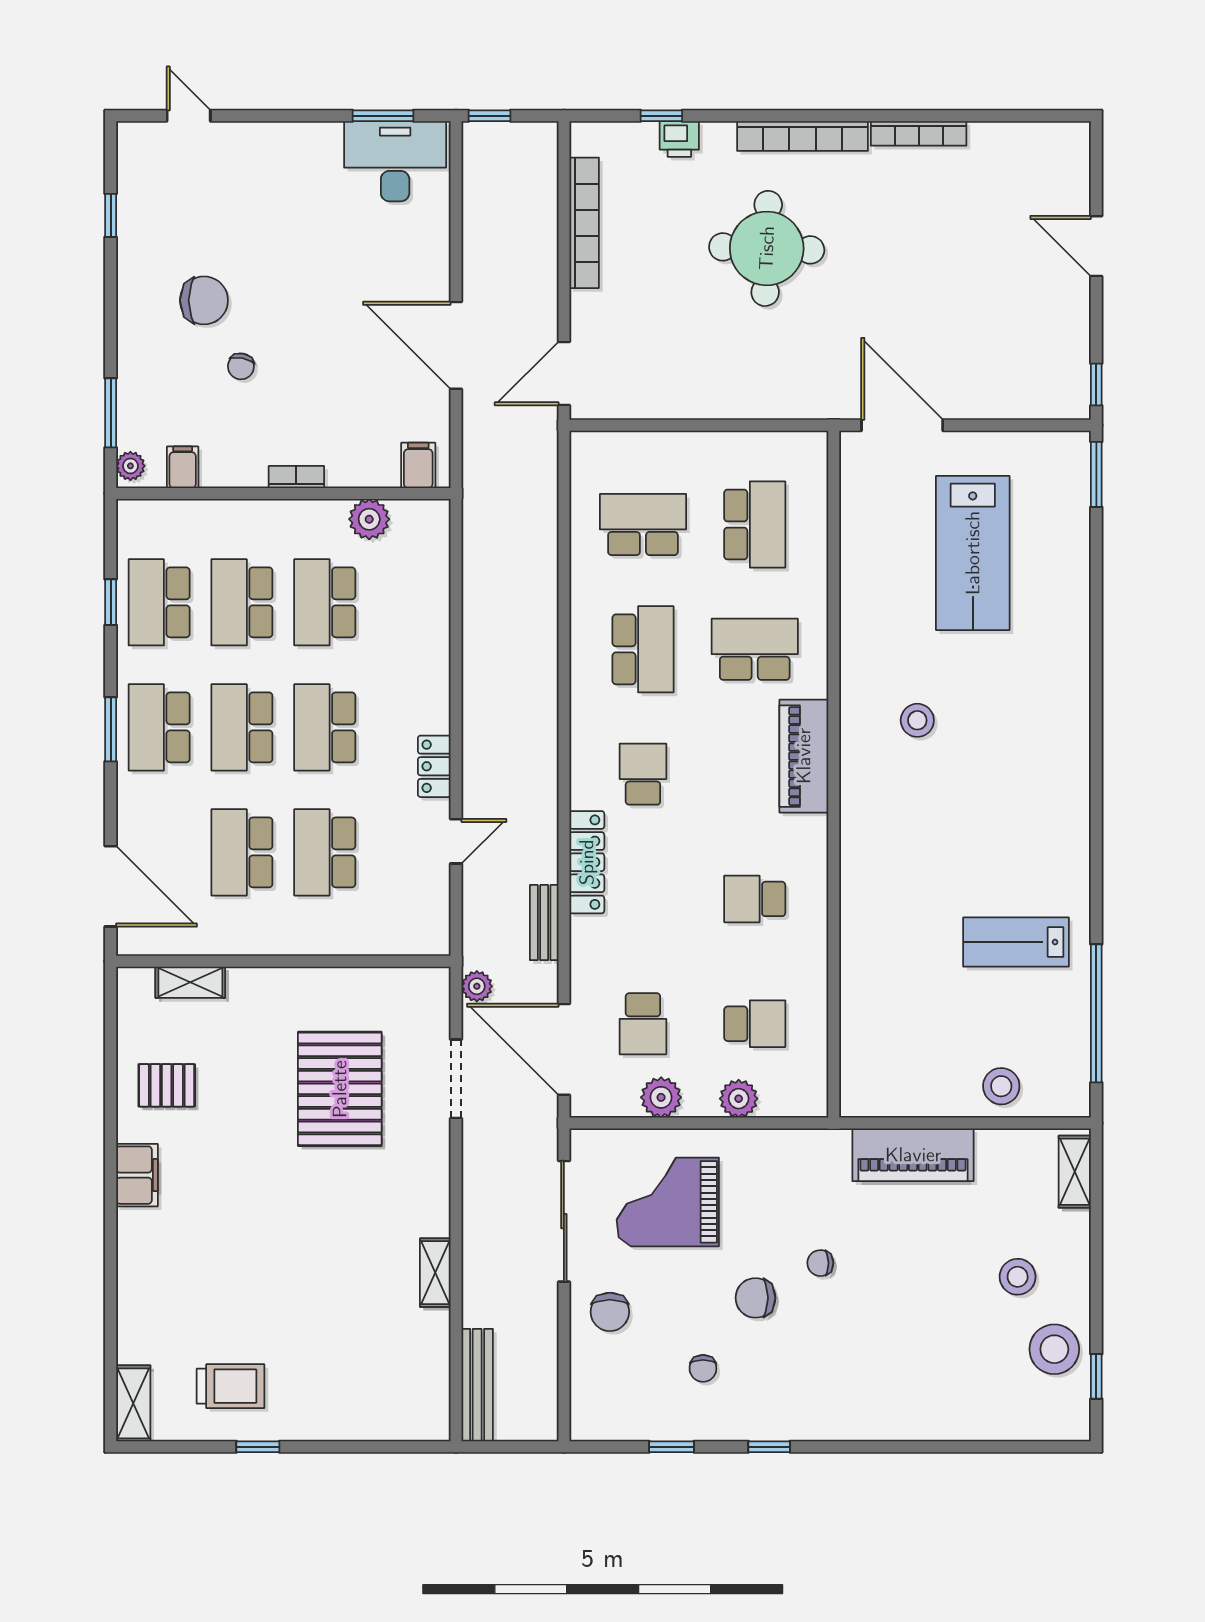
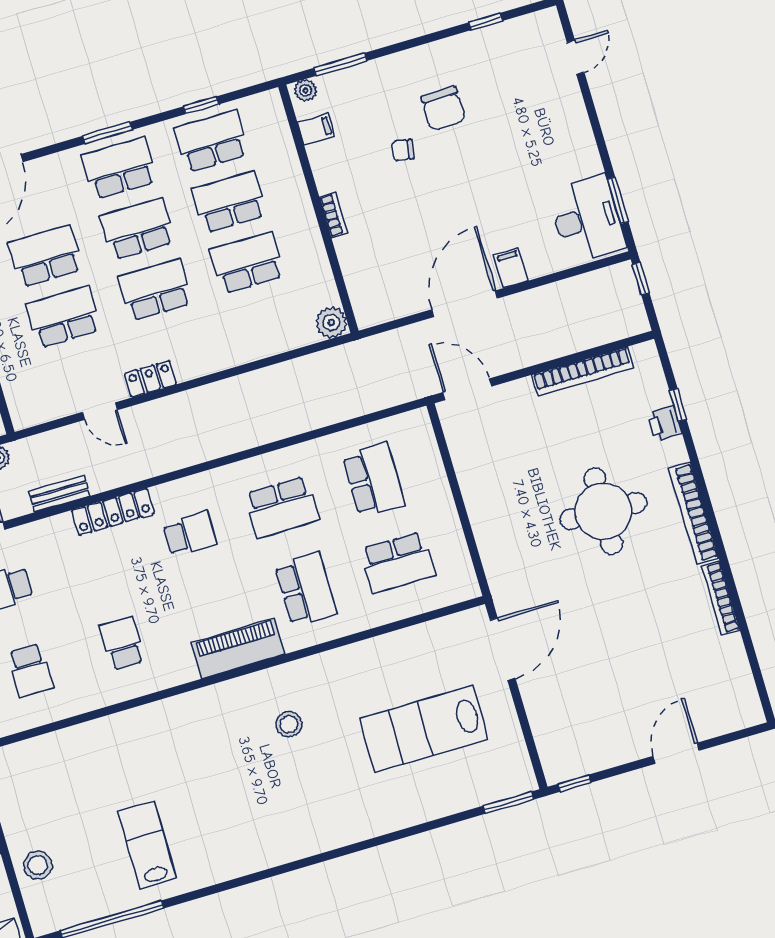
filing cabinet: (418, 465) -> (511, 268), moved, turned -90
plant: (369, 519) -> (331, 322), moved

